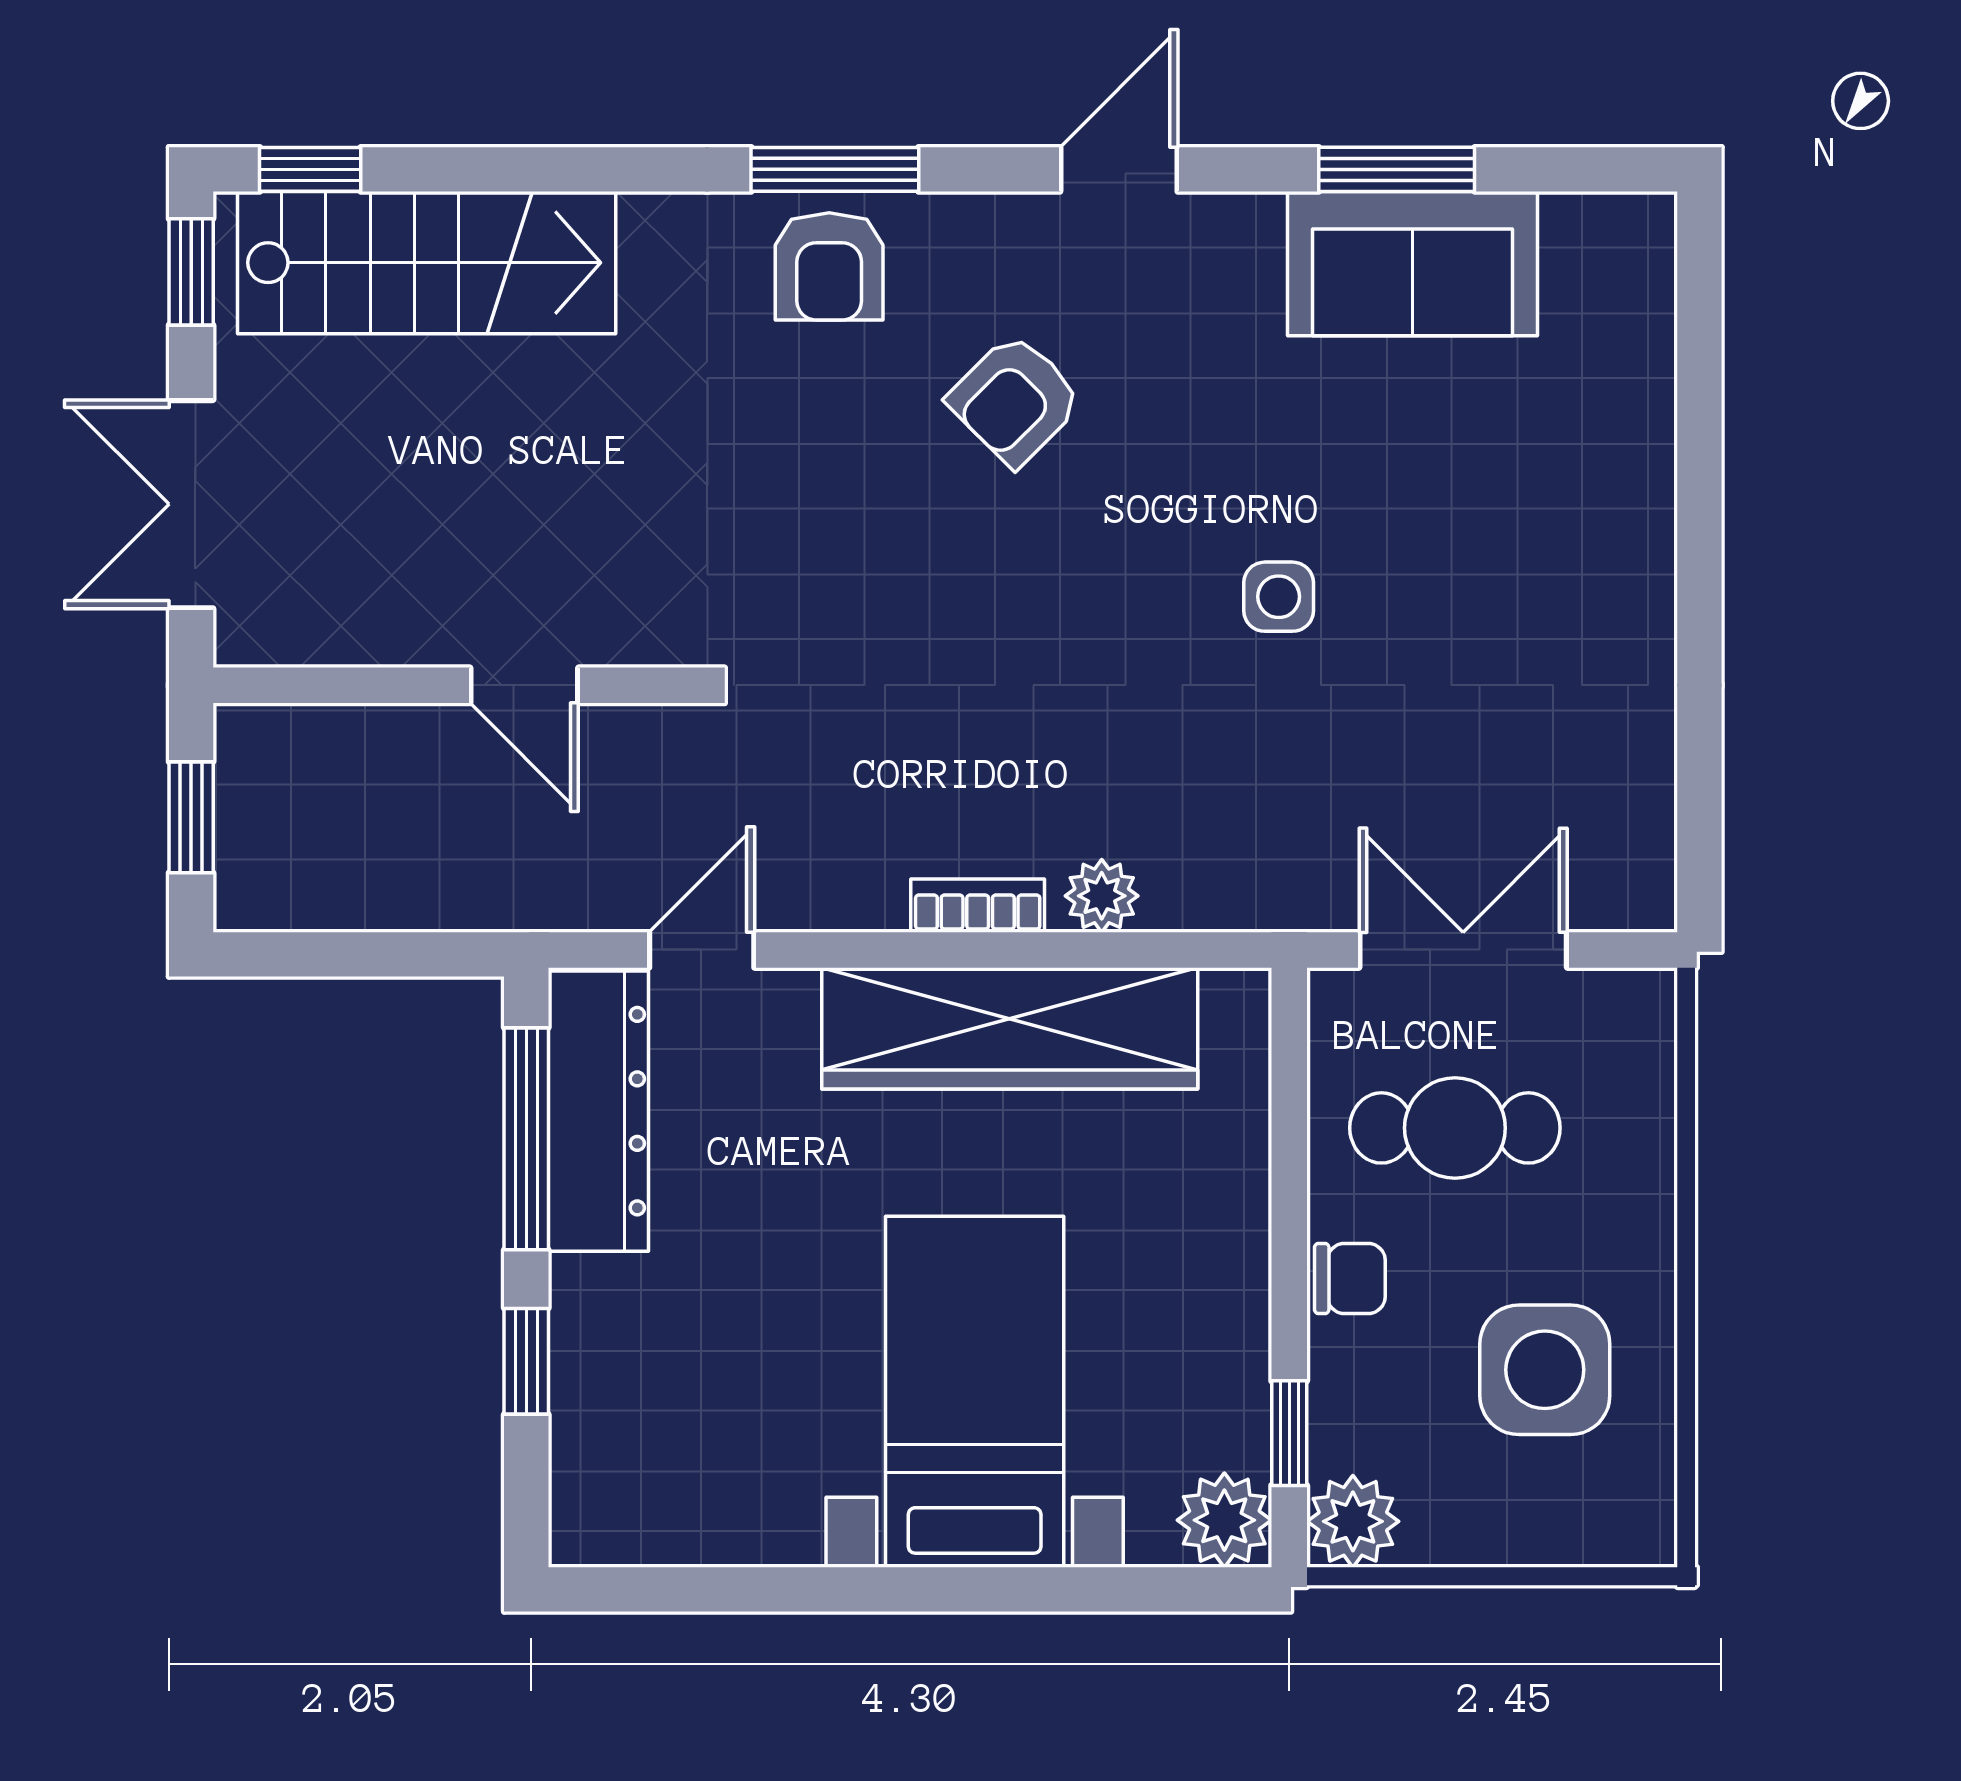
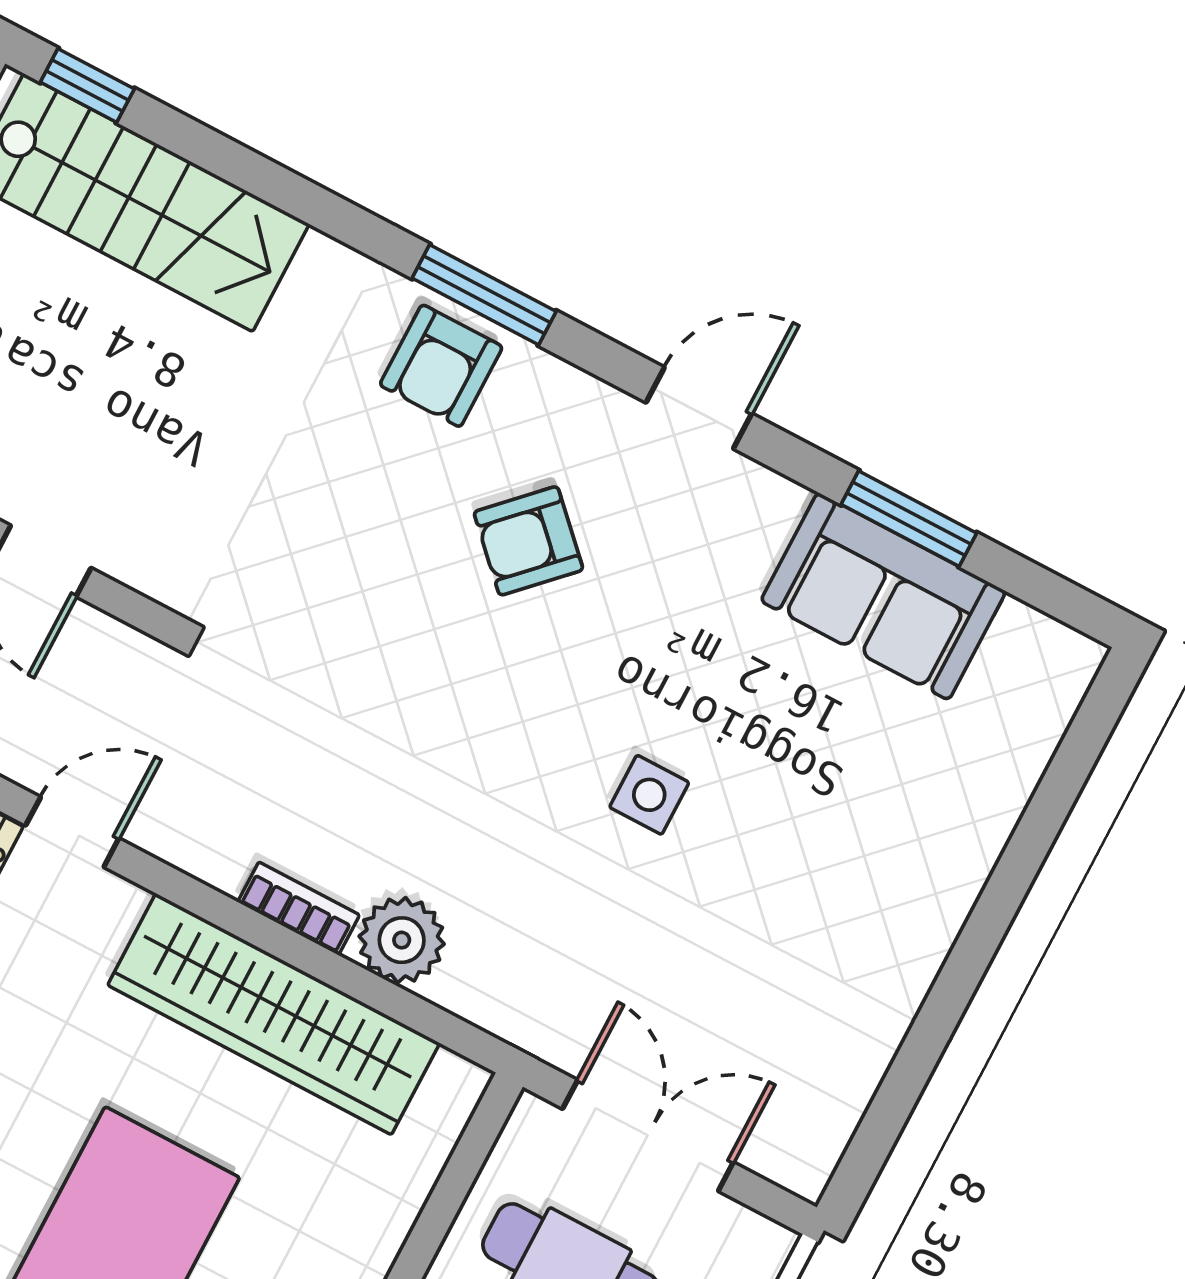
plant: (1102, 896) -> (402, 940), width x1.38, depth x1.38

